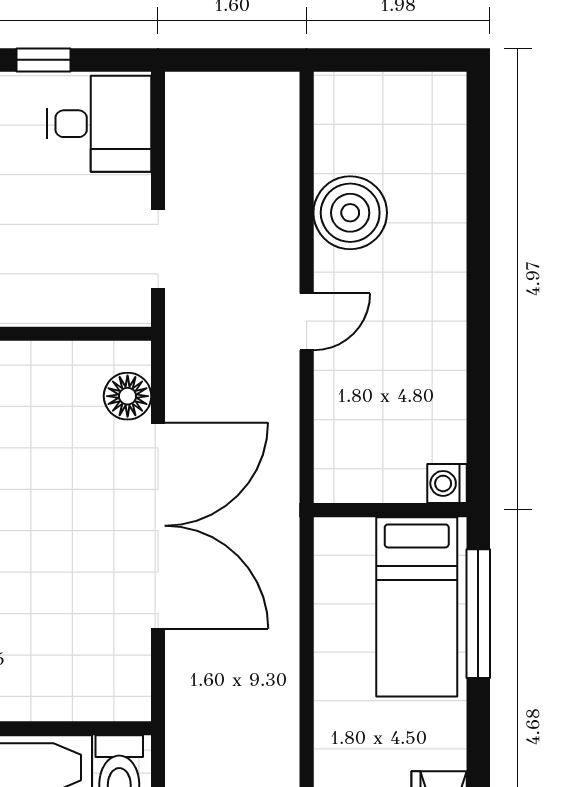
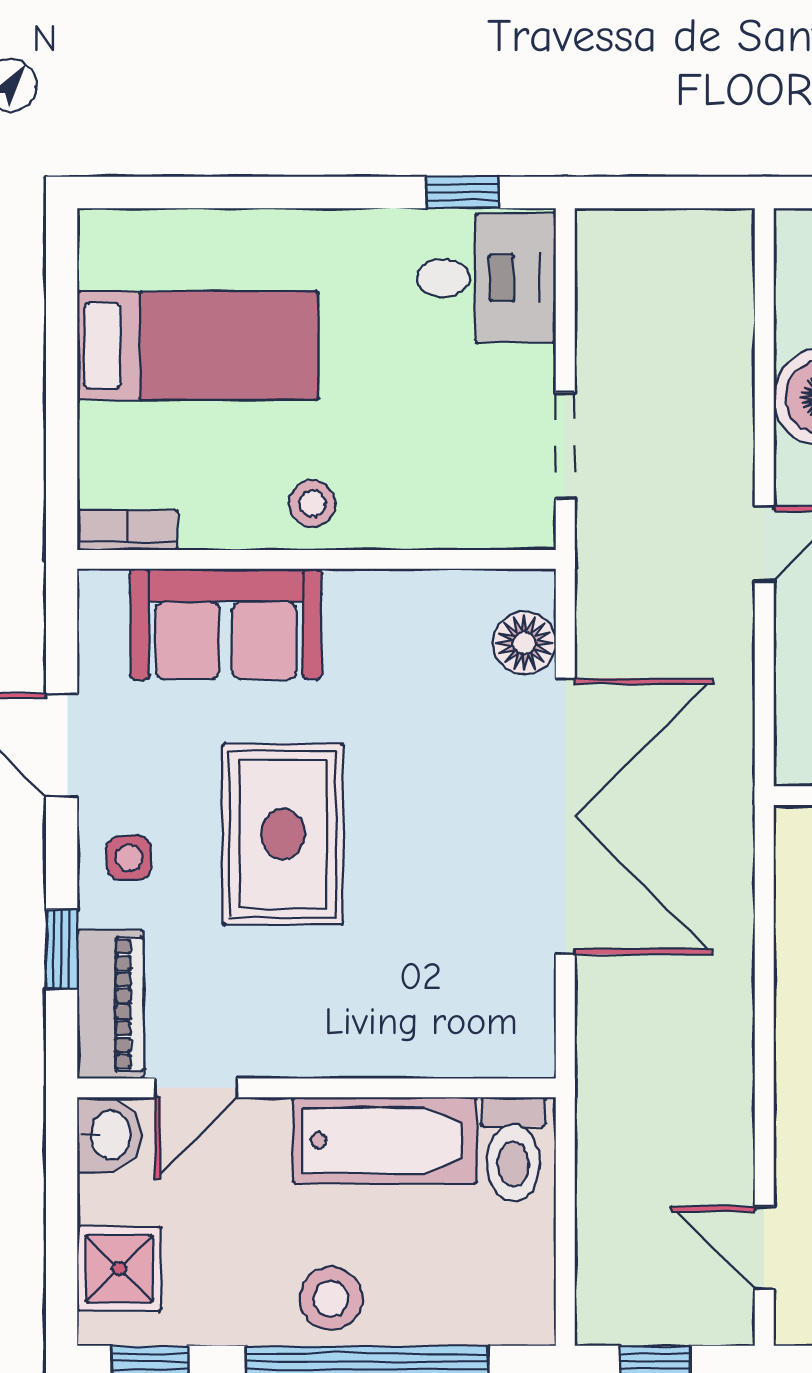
window: (43, 60) -> (463, 192), moved

